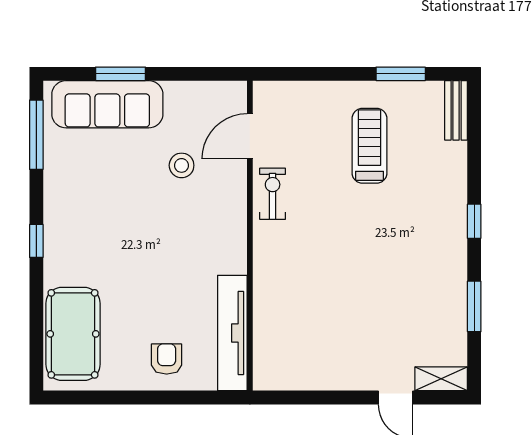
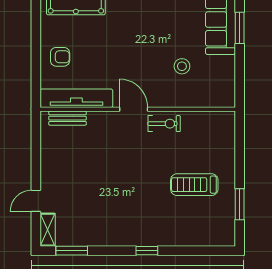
bench: (456, 110) -> (68, 118), moved
door: (250, 136) -> (134, 109), moved
treadmill: (369, 146) -> (194, 185), turned 180
window: (474, 306) -> (72, 251), moved

